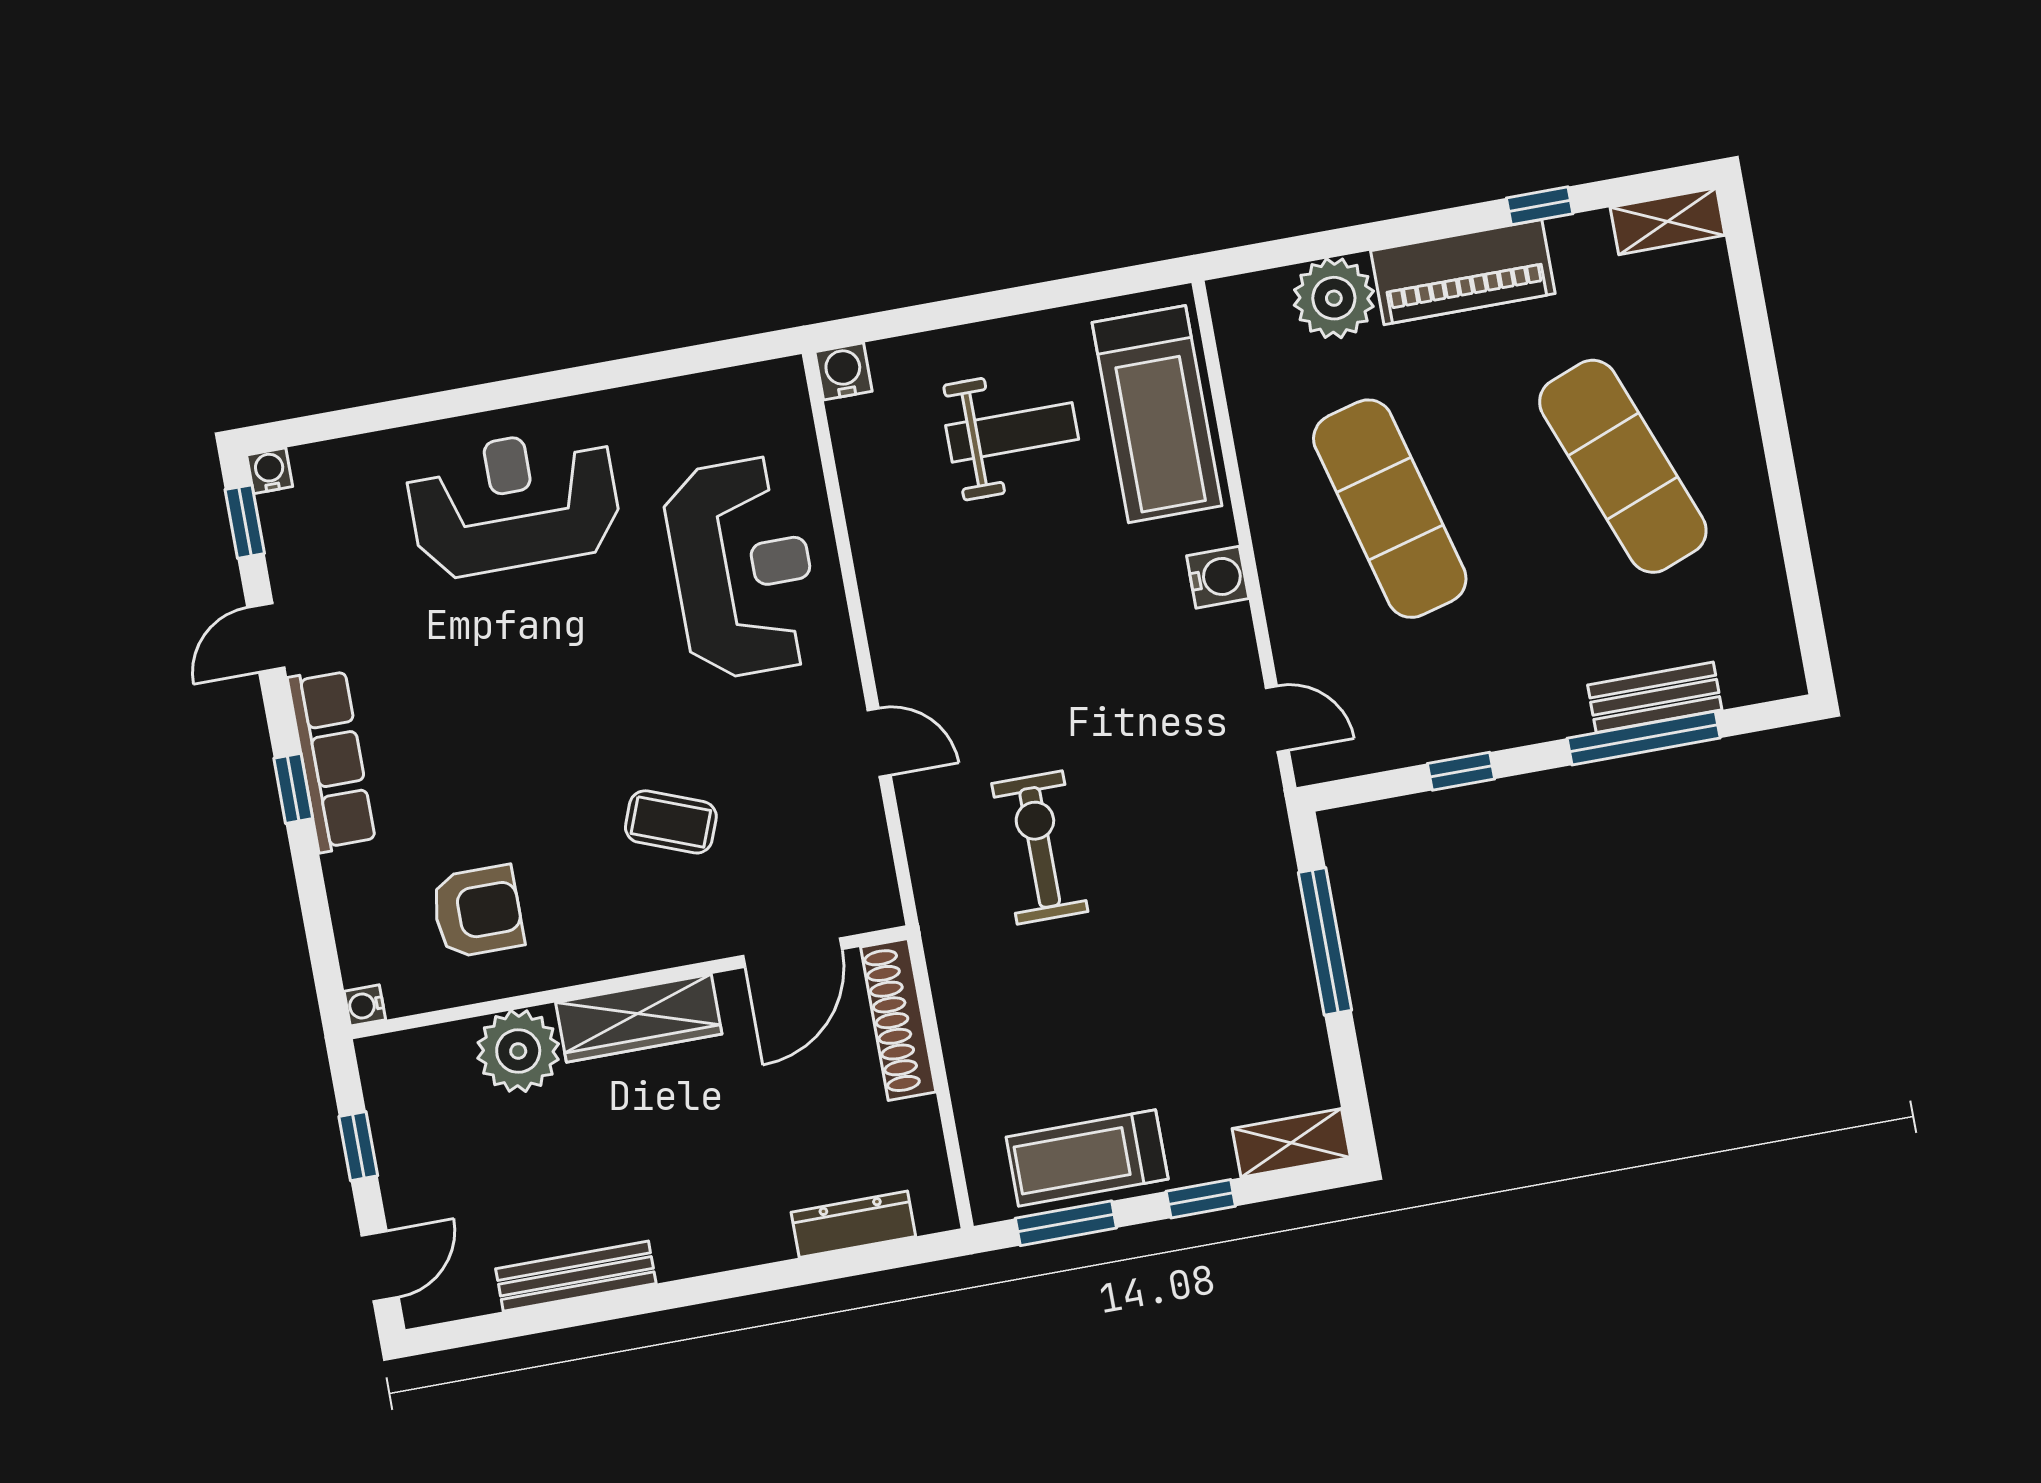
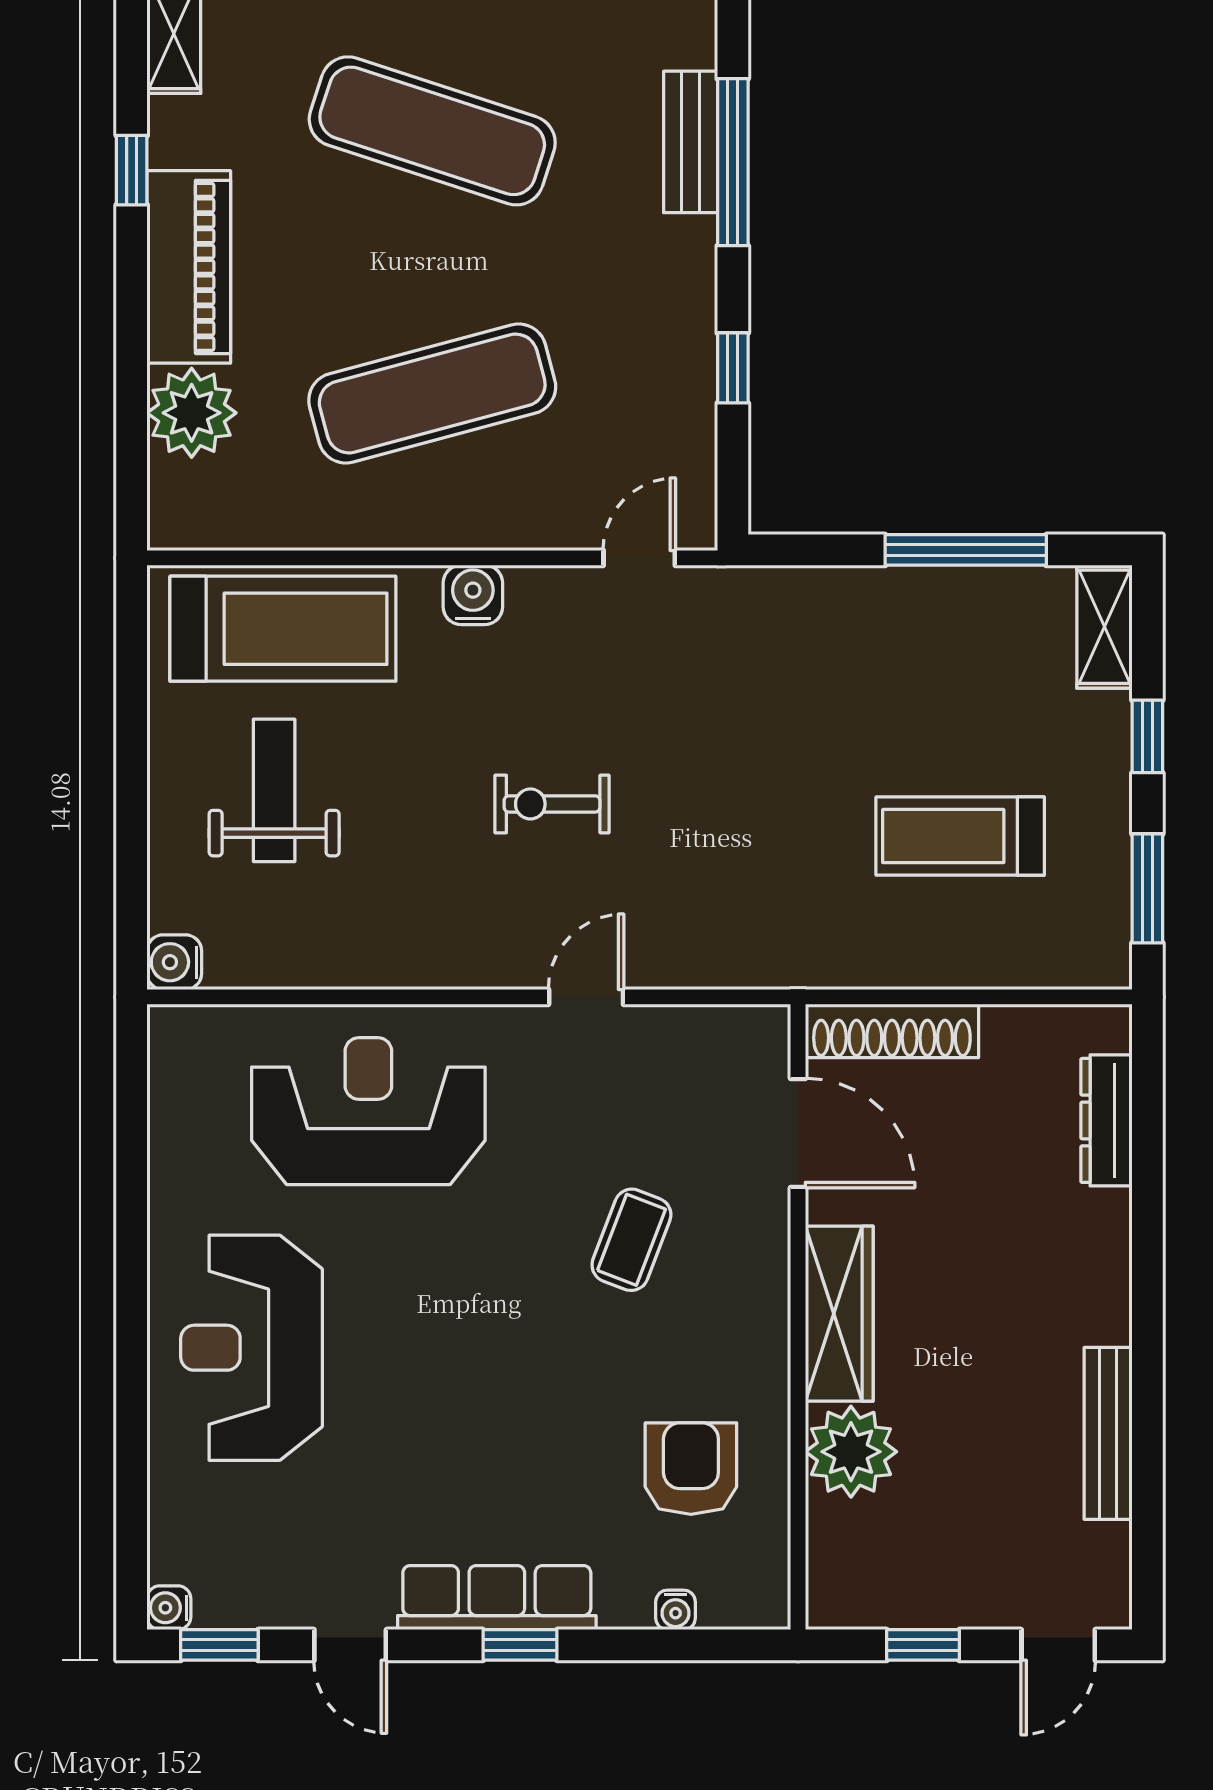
exercise mat: (1623, 466) -> (432, 131), turned 39
exercise bike: (1040, 847) -> (552, 804), moved, width x0.73, depth x0.72
window: (1325, 941) -> (966, 550), moved
water cooler: (365, 1005) -> (676, 1610), moved
treadmill: (1087, 1158) -> (960, 836), moved, turned 90
door: (380, 1266) -> (1058, 1645), swing flipped

